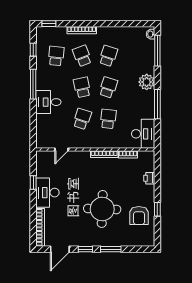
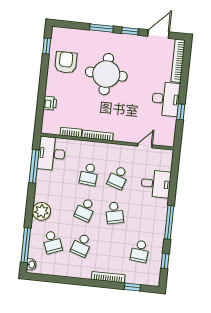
window: (49, 24) -> (132, 287), moved
school desk: (82, 56) -> (52, 242), moved
desk: (48, 102) -> (156, 184), moved
window: (157, 104) -> (34, 166), moved
window: (157, 209) -> (47, 46), moved

